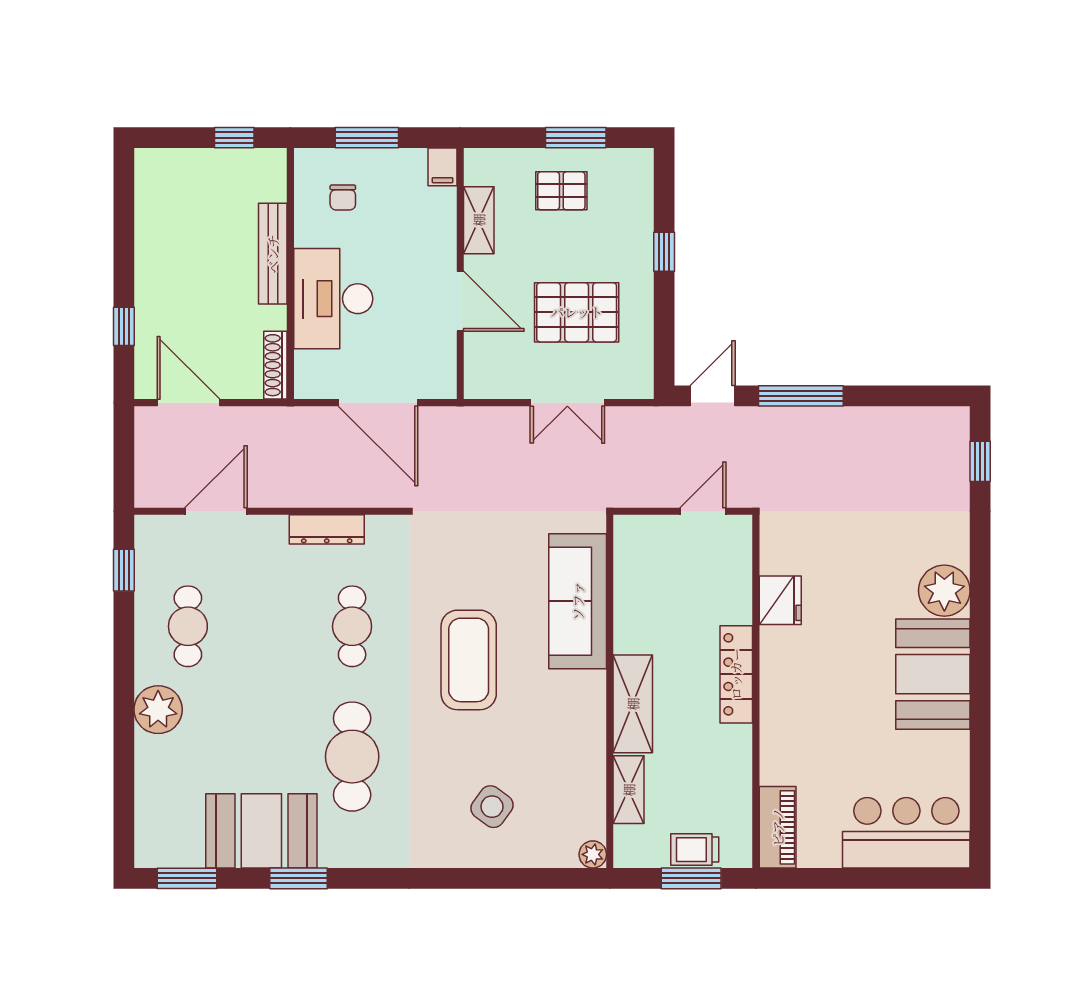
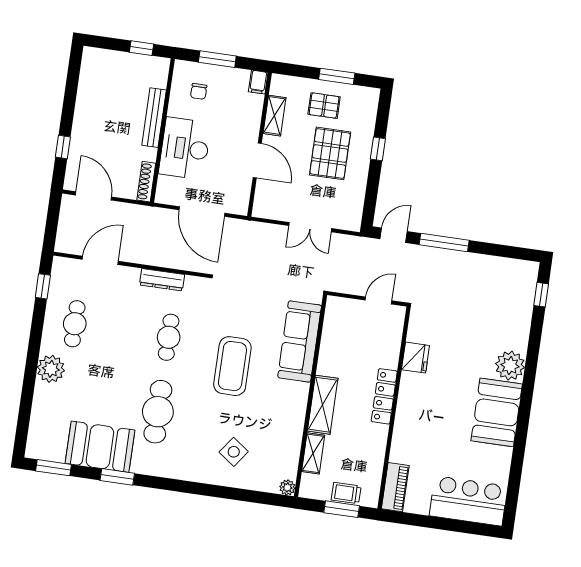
pallet: (577, 312) -> (330, 153), moved, turned 90

